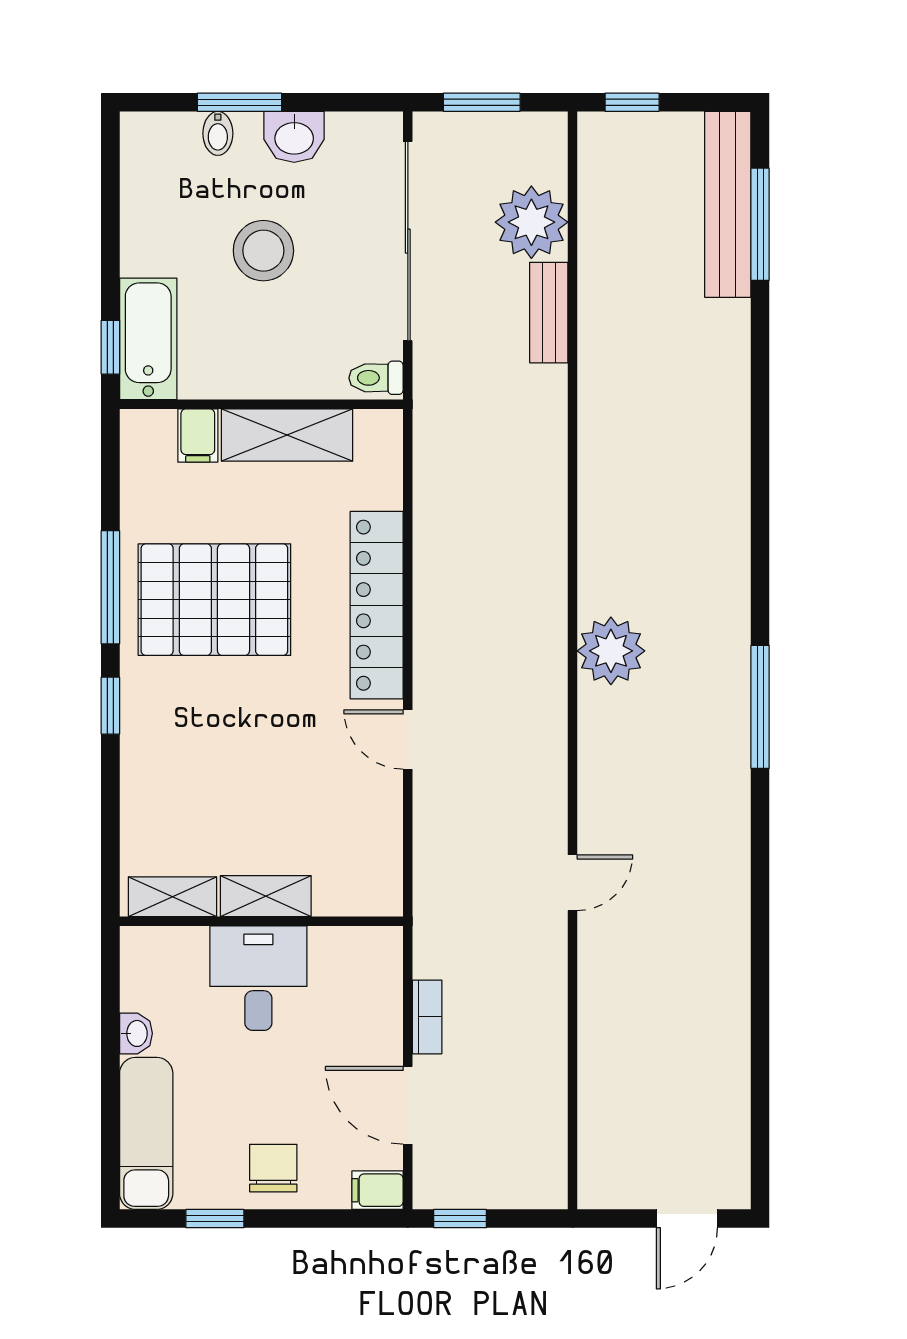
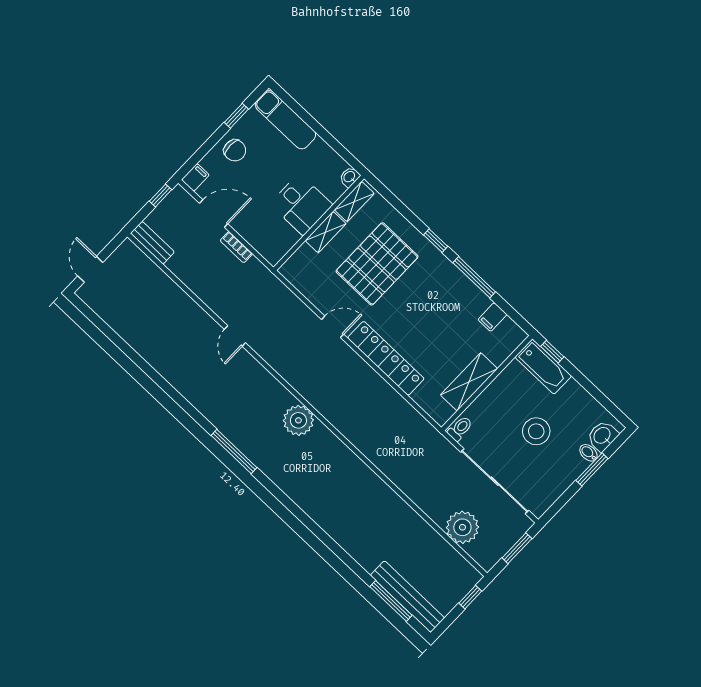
washbasin: (294, 137) -> (602, 436), moved
bench: (549, 313) -> (152, 243), moved
filing cabinet: (198, 435) -> (493, 317), moved, turned -90
pallet: (214, 600) -> (377, 264), moved
washbasin: (136, 1033) -> (350, 177), moved, turned 90

